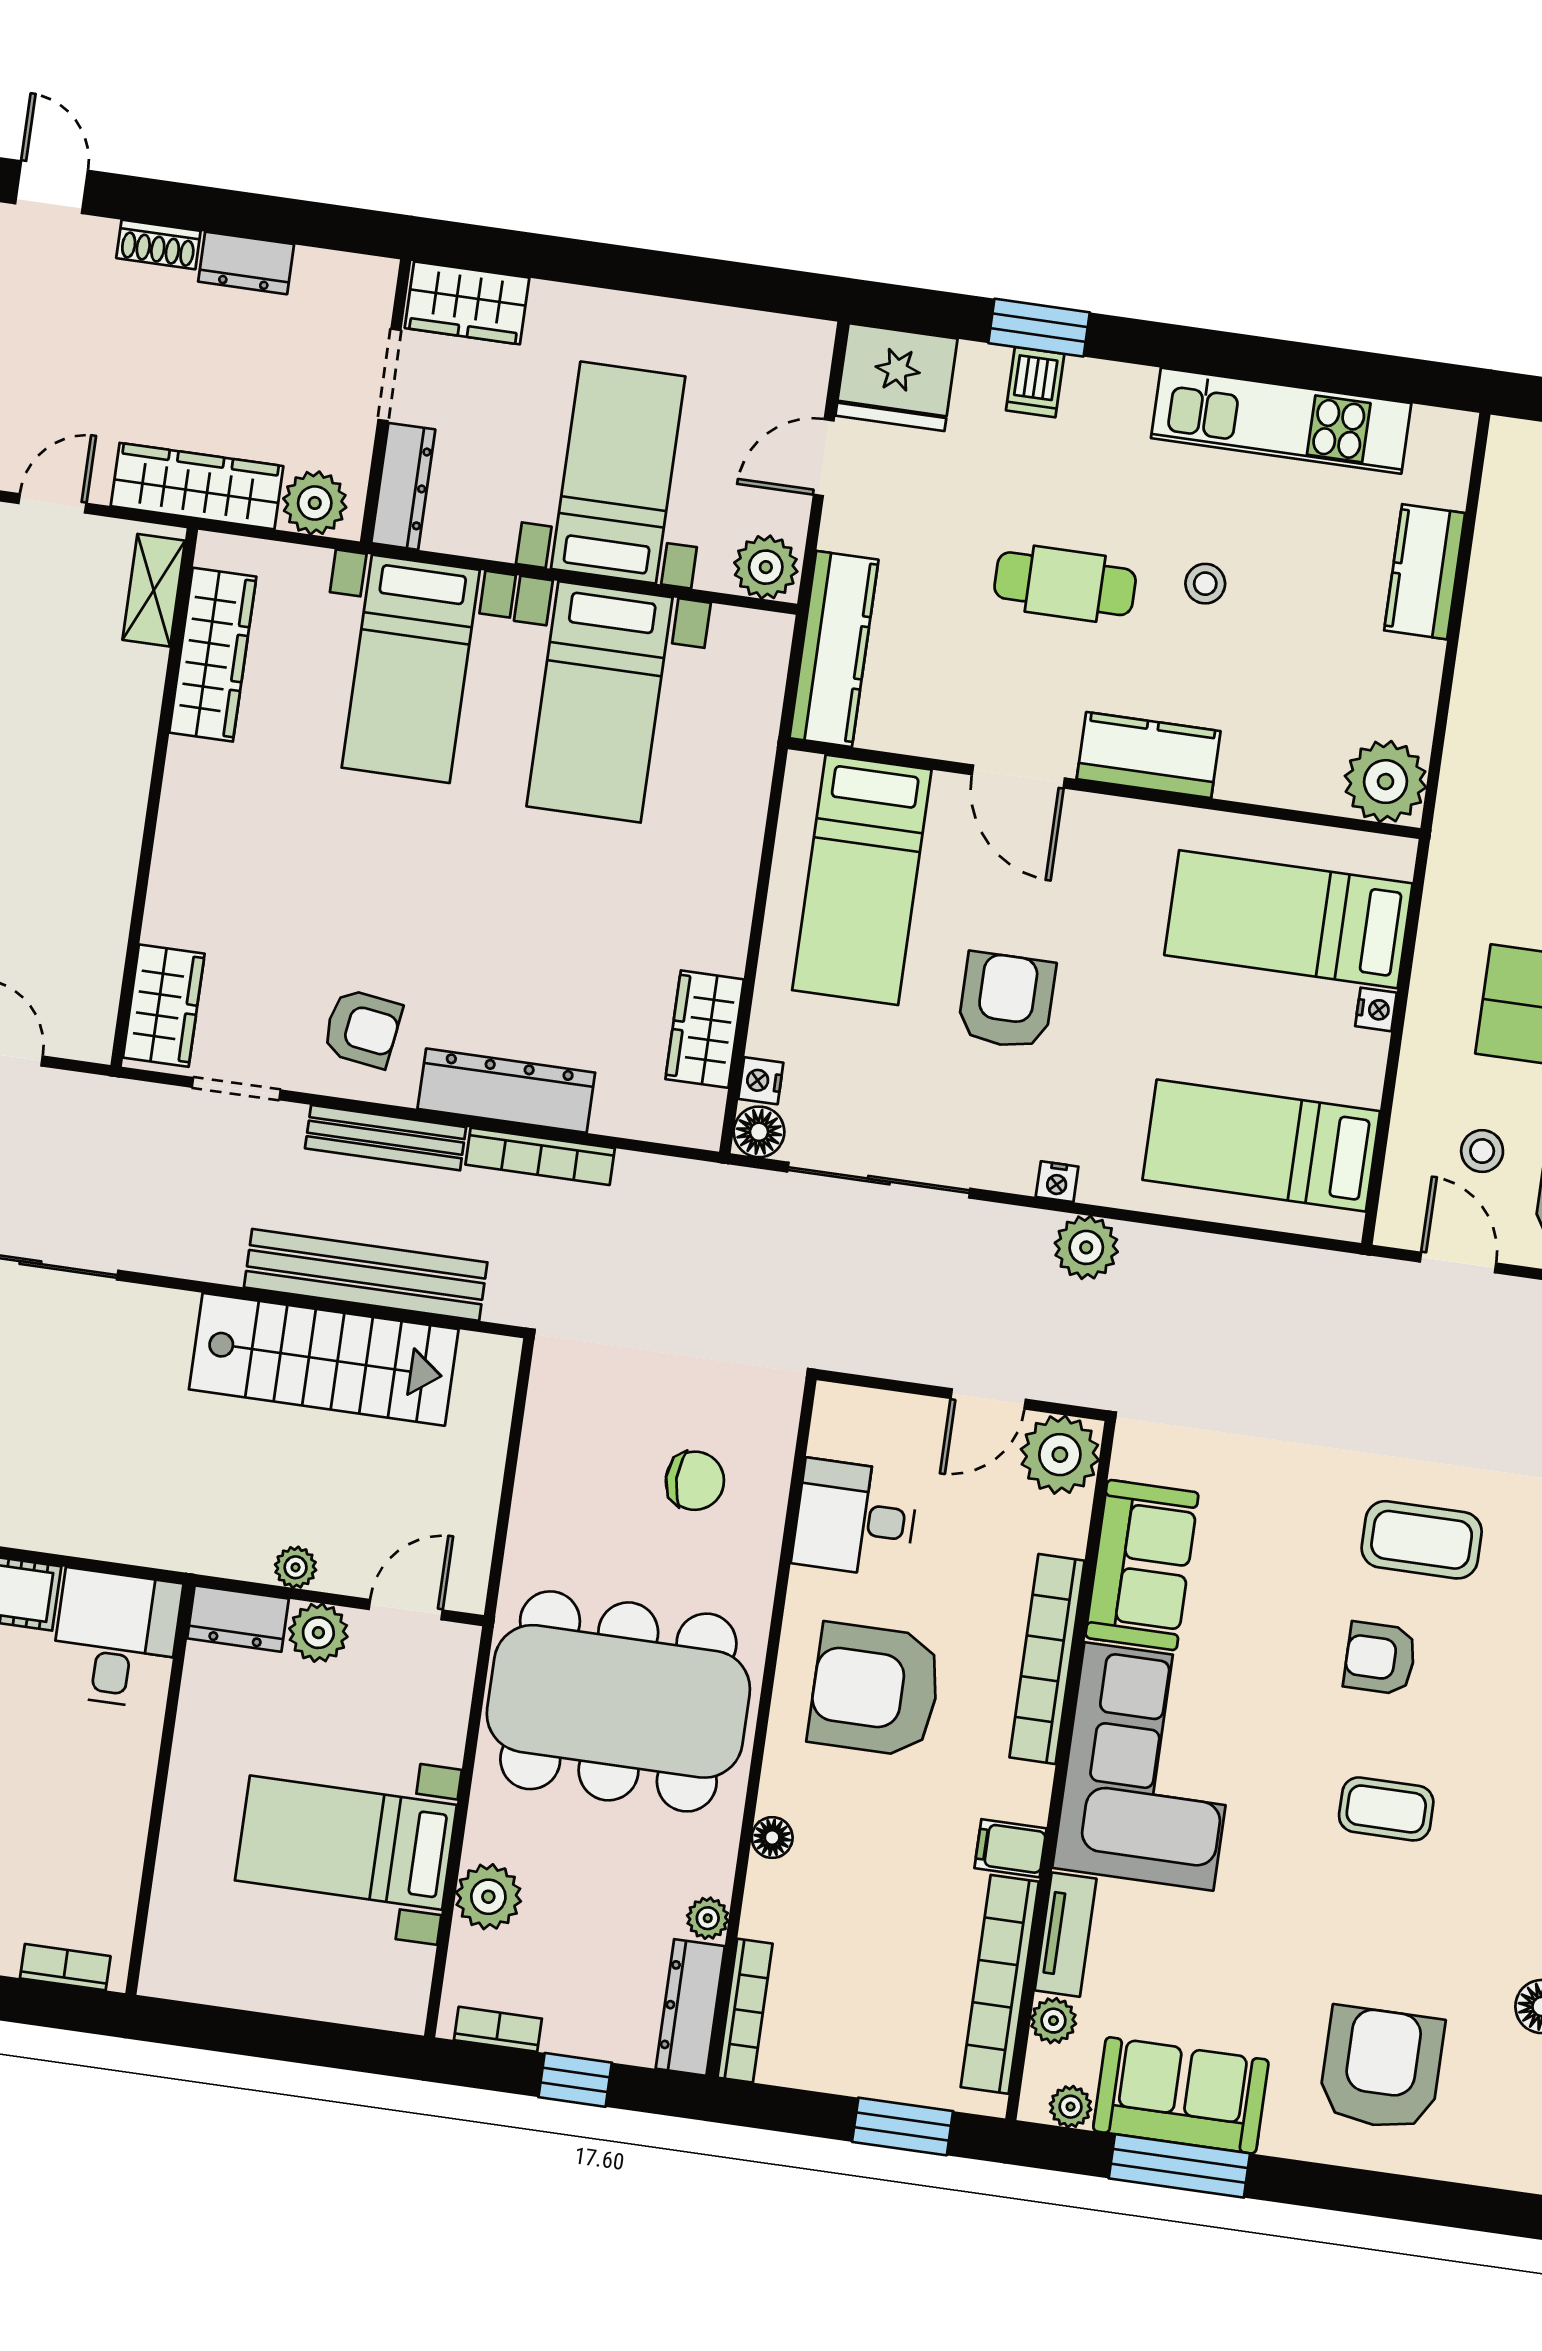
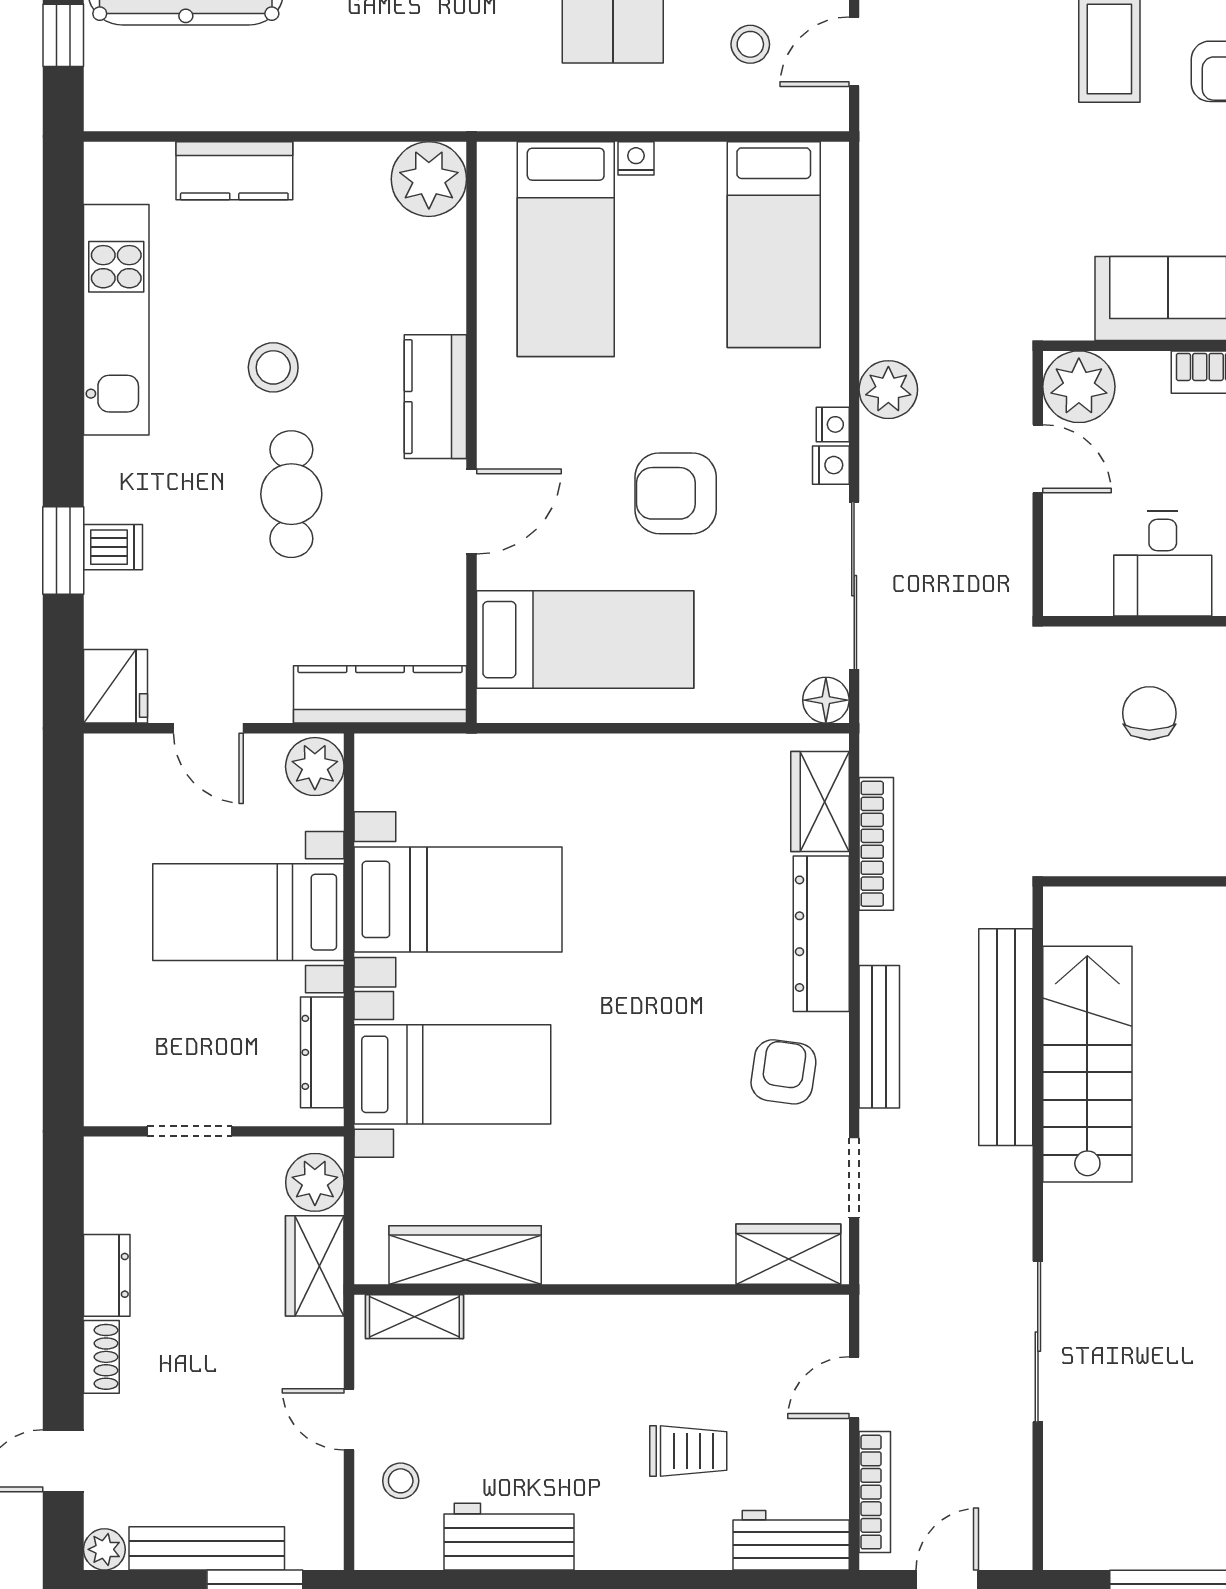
wardrobe: (467, 303) -> (115, 1071), removed
fridge: (896, 377) -> (116, 686), width x0.73, depth x0.75
wardrobe: (197, 486) -> (315, 1266), width x0.67
dresser: (403, 486) -> (322, 1052), moved, turned -90
stool: (1205, 584) -> (273, 367), width x1.37, depth x1.37
wardrobe: (705, 1029) -> (820, 802), moved, turned 90
nightstand: (761, 1081) -> (831, 465), moved, turned -90
bookcase: (540, 1156) -> (876, 844), moved

